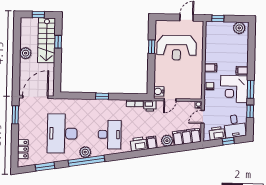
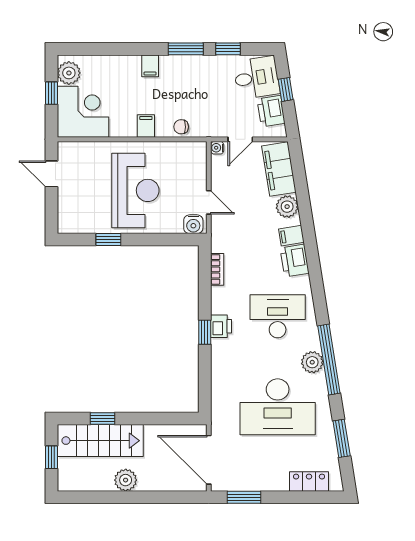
window: (218, 18) -> (51, 93), moved
reception desk: (177, 48) -> (135, 190), moved
corner desk: (234, 89) -> (83, 112), moved, turned -90
printer: (150, 106) -> (221, 326), moved
door: (203, 117) -> (240, 139), hinge flipped

